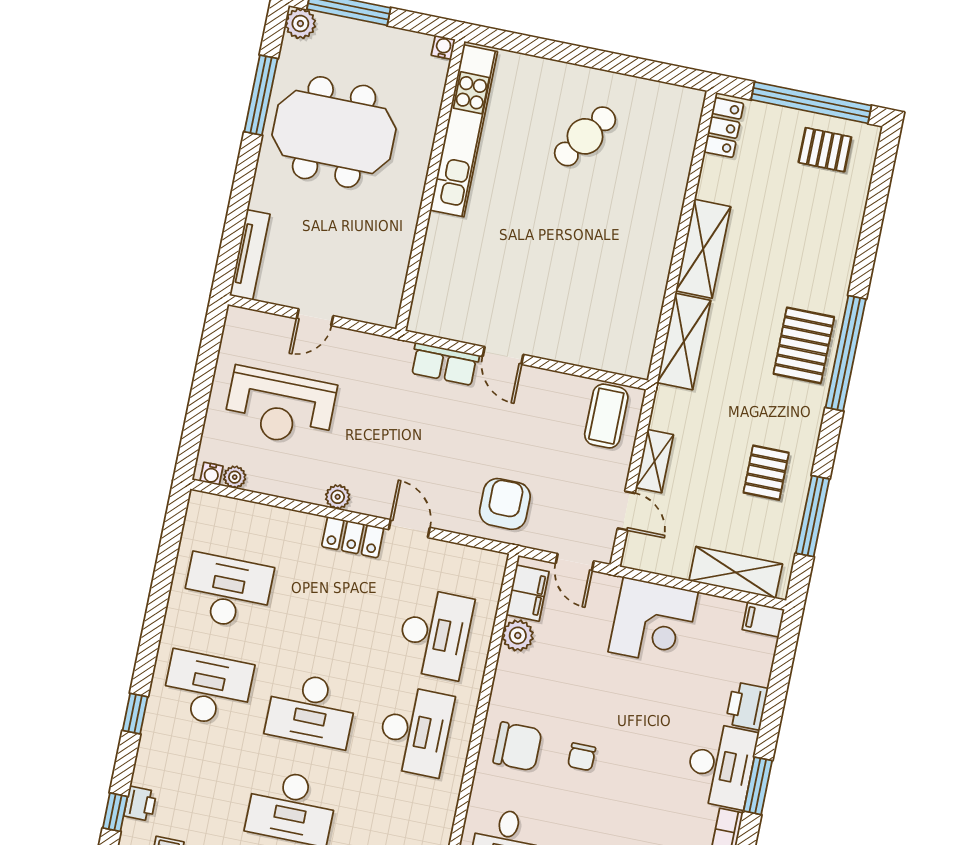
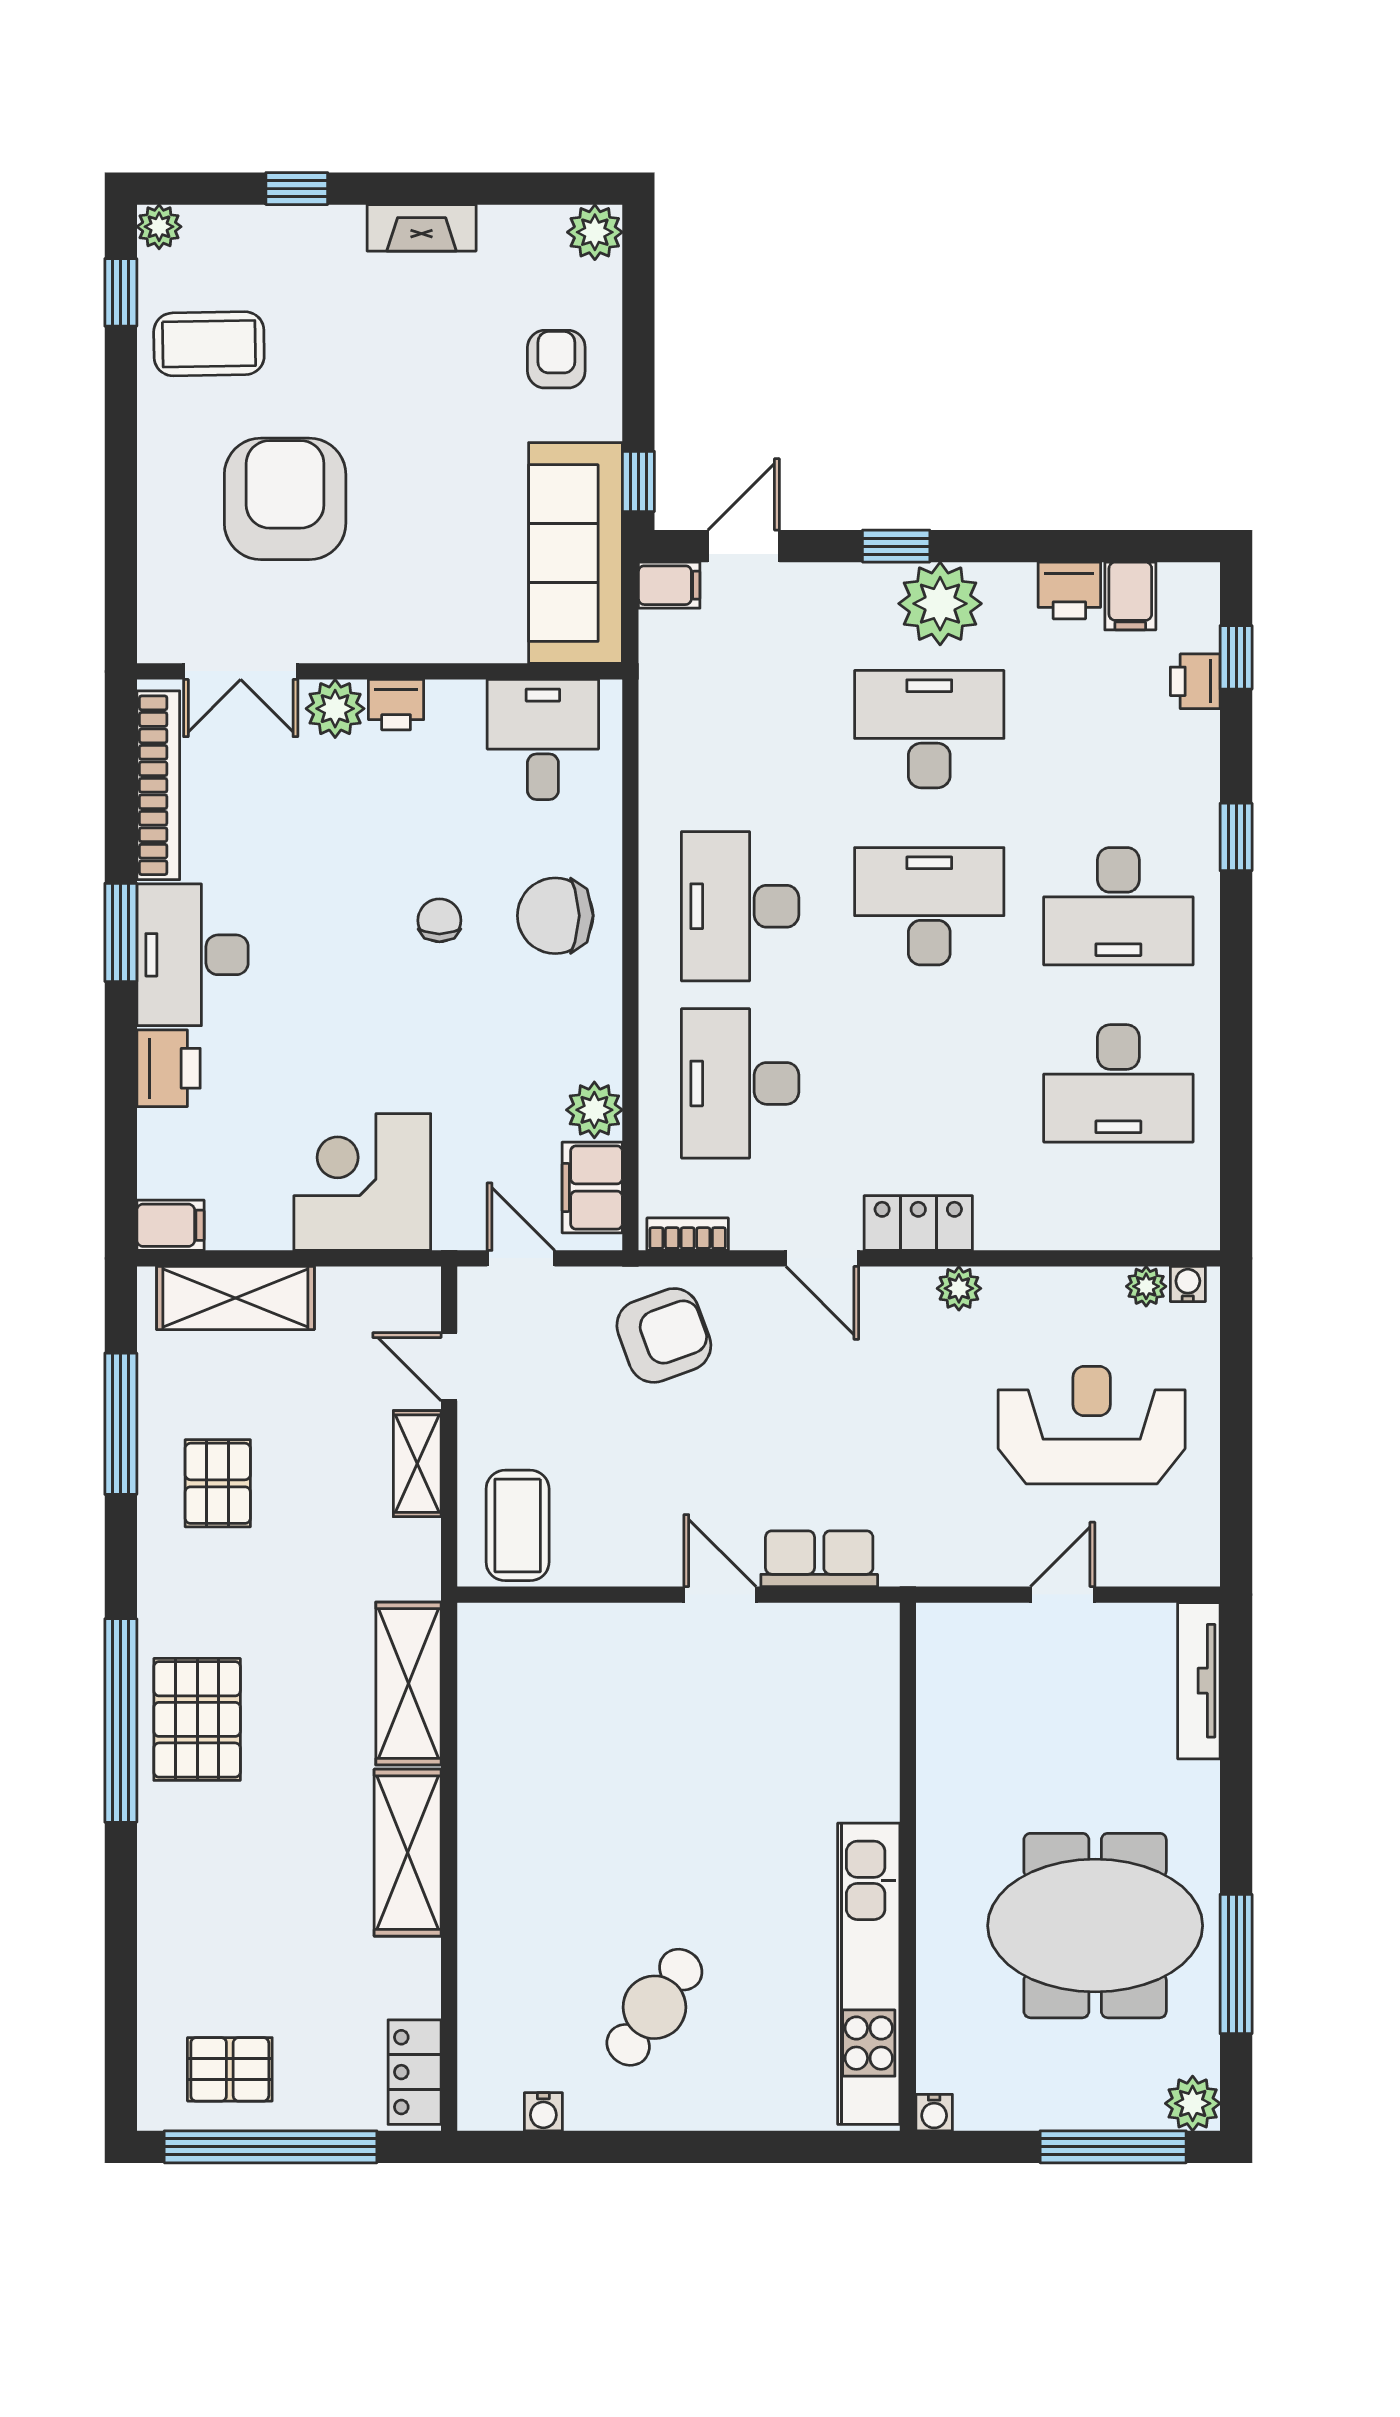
water cooler: (658, 91) -> (543, 2112), added
armchair: (505, 504) -> (664, 1335), turned -110
bookcase: (480, 557) -> (688, 1234), added

